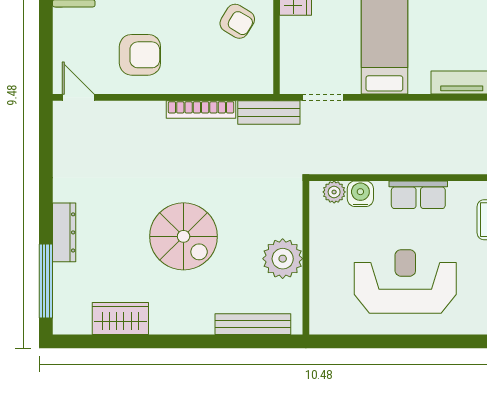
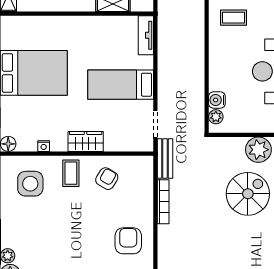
row of seats: (418, 195) -> (218, 63), removed
spiral stairs: (184, 236) -> (248, 194), moved

